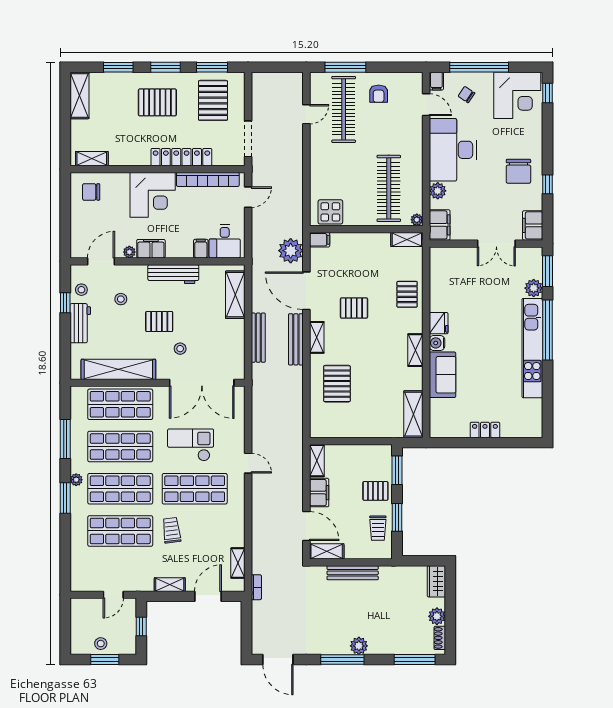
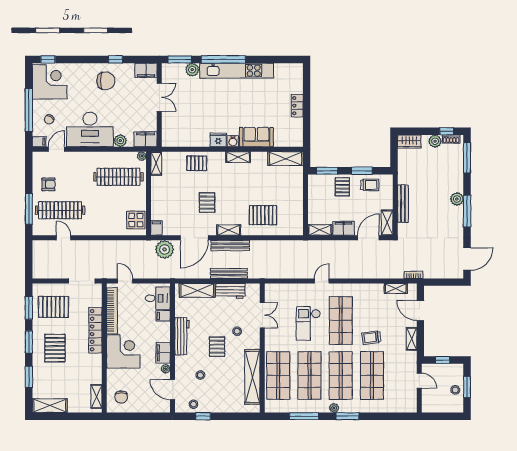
workbench: (80, 323) -> (230, 291), moved, turned 180
double door: (202, 383) -> (262, 315), width x0.54
window: (450, 632) -> (447, 131), added

